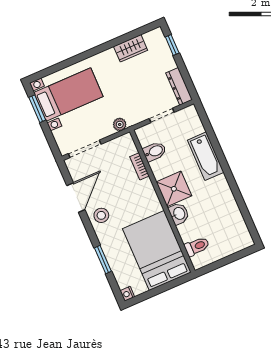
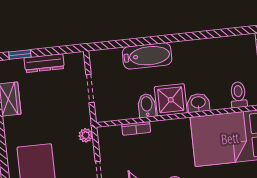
dresser: (179, 86) -> (44, 63), moved
bidet: (154, 151) -> (147, 106), moved

